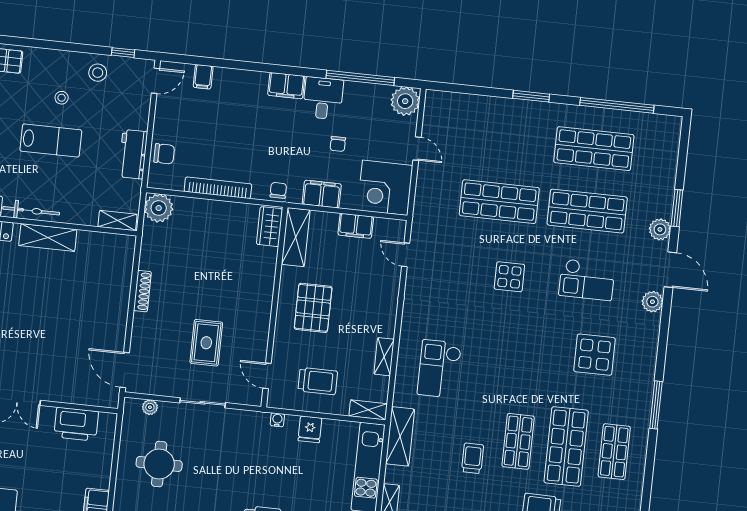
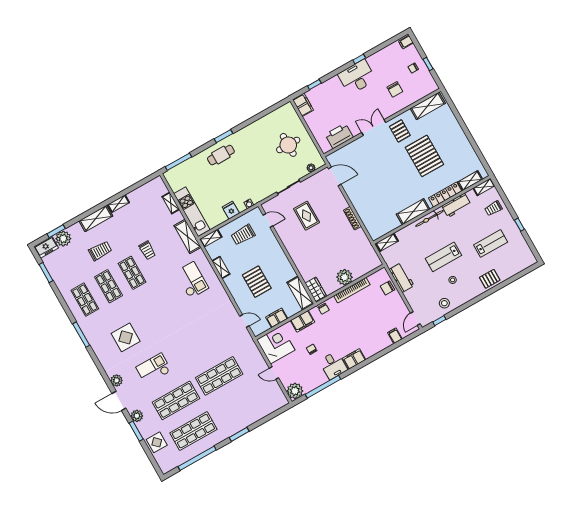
plant: (159, 208) -> (344, 277), moved
display table: (509, 277) -> (157, 442), moved
pallet: (313, 308) -> (257, 282), moved
shop shelf: (566, 446) -> (108, 286), width x0.70, depth x0.74

